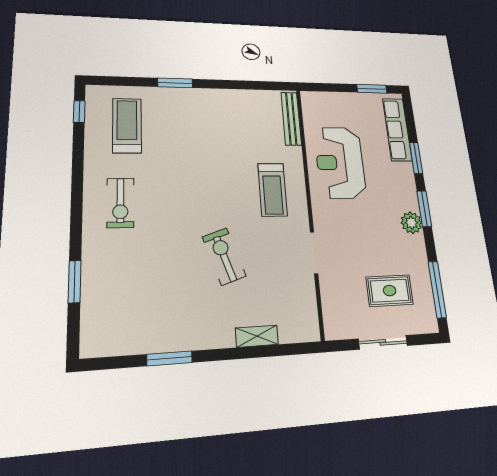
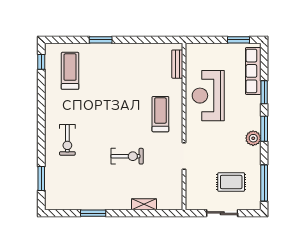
bench: (291, 119) -> (177, 64), width x0.73
treadmill: (273, 190) -> (160, 114), turned 180
exercise bike: (120, 203) -> (67, 140), moved
exercise bike: (224, 256) -> (127, 156), turned 109
window: (75, 282) -> (41, 178), moved

